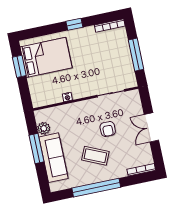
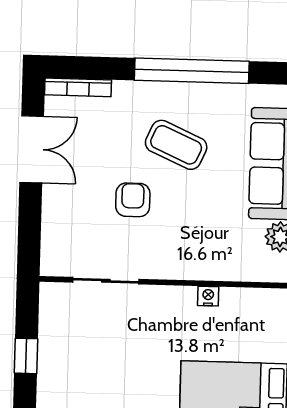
window: (136, 55) -> (26, 356), width x0.46
double door: (151, 127) -> (32, 149), moved

